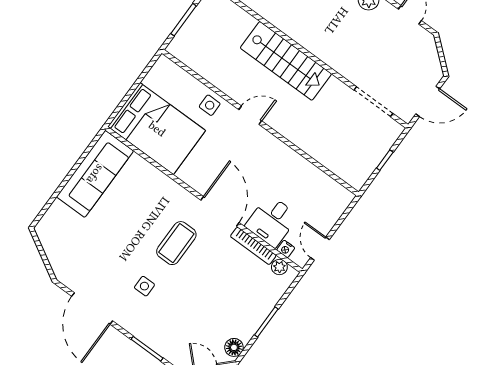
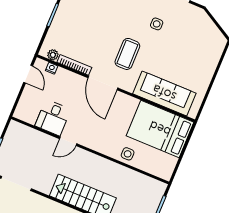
door: (250, 115) -> (68, 141), moved
sofa: (95, 174) -> (164, 93), moved, turned 90
desk: (272, 221) -> (53, 118), moved, turned 180
side table: (144, 286) -> (157, 24), moved

